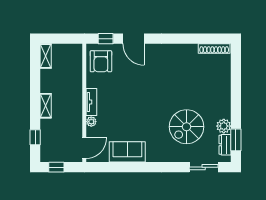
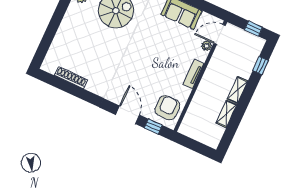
shoe rack: (214, 49) -> (71, 78), moved
shelving: (46, 56) -> (227, 114), moved
plant: (91, 122) -> (207, 46), moved

